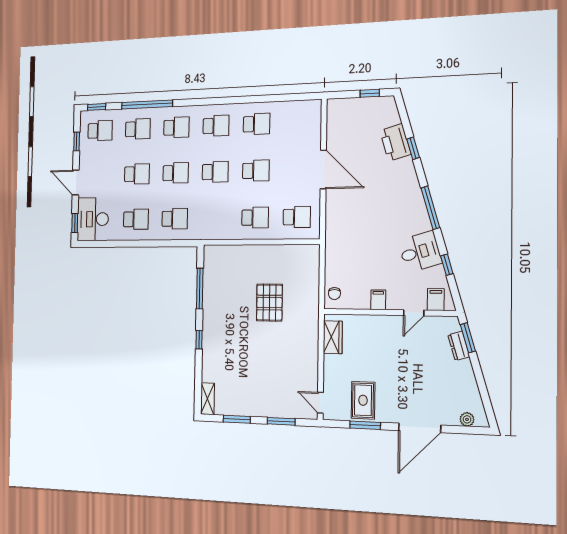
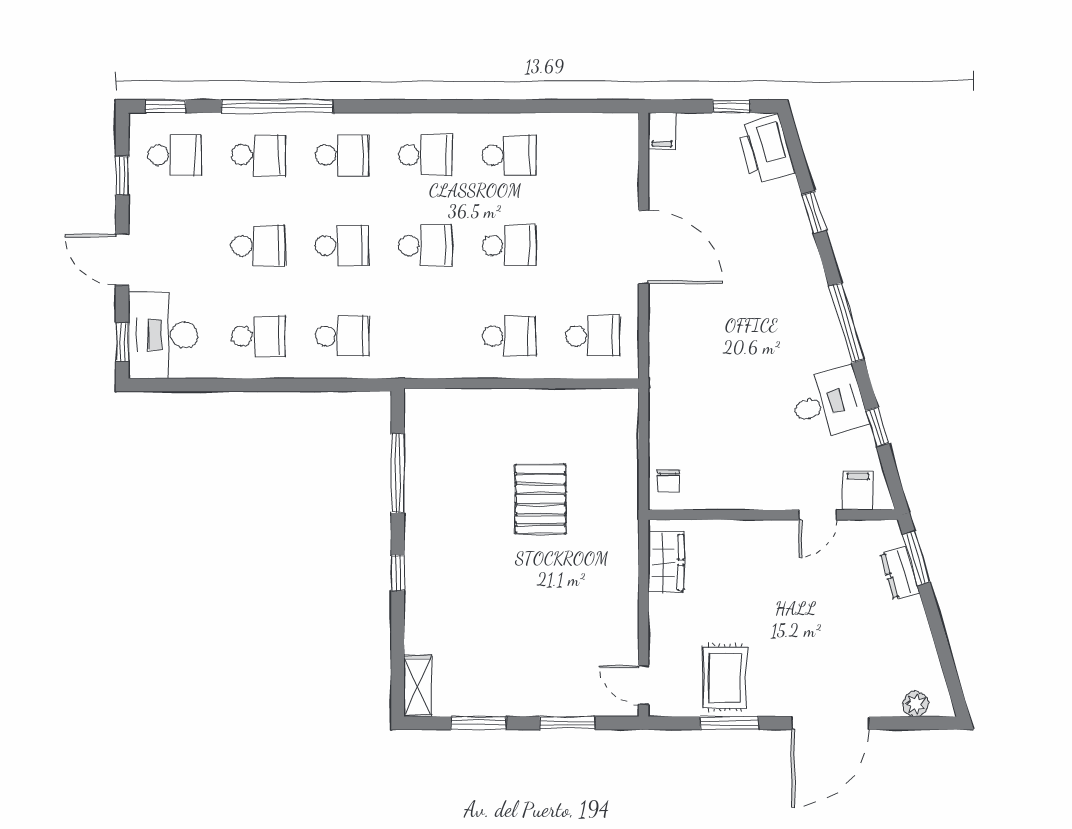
printer: (395, 142) -> (766, 149), moved
filing cabinet: (378, 300) -> (662, 131), moved, turned 180

